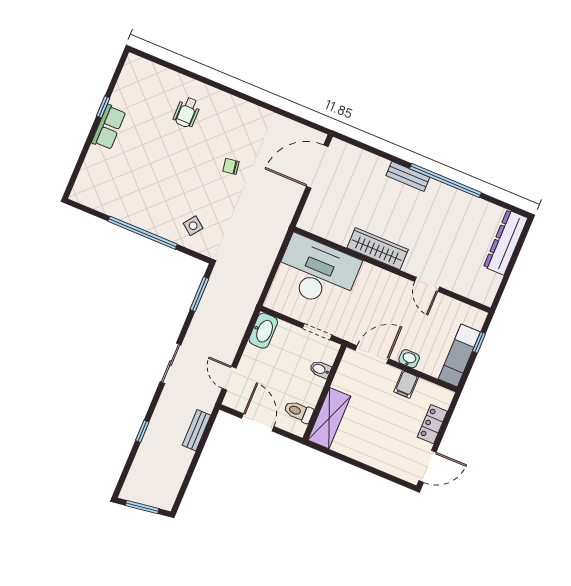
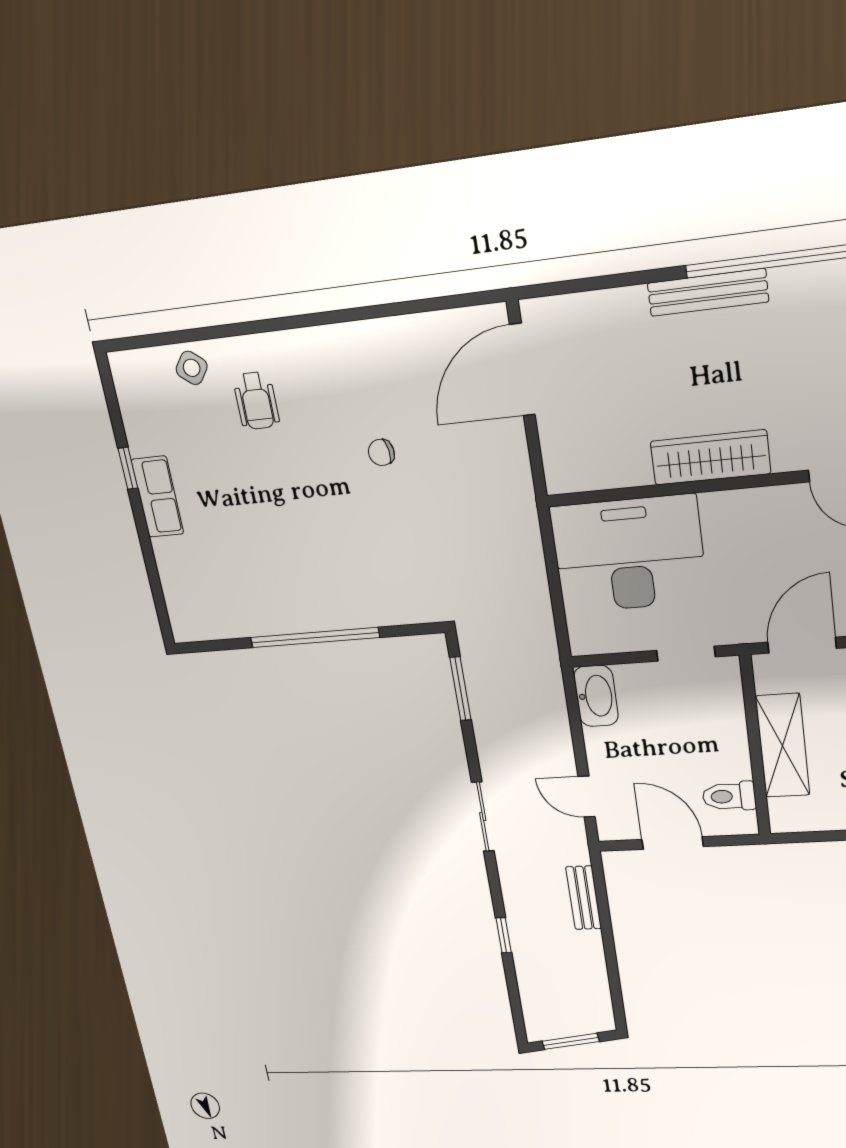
bench: (408, 176) -> (708, 292), width x1.36
side table: (193, 226) -> (192, 368), moved
bidet: (320, 369) -> (727, 712), removed
shelving: (329, 418) -> (783, 746), moved

